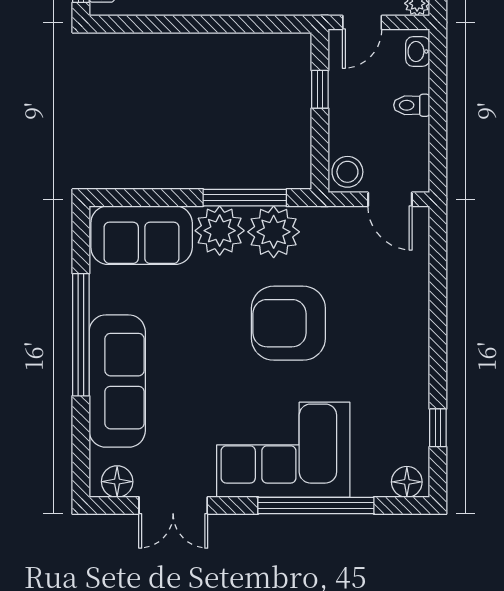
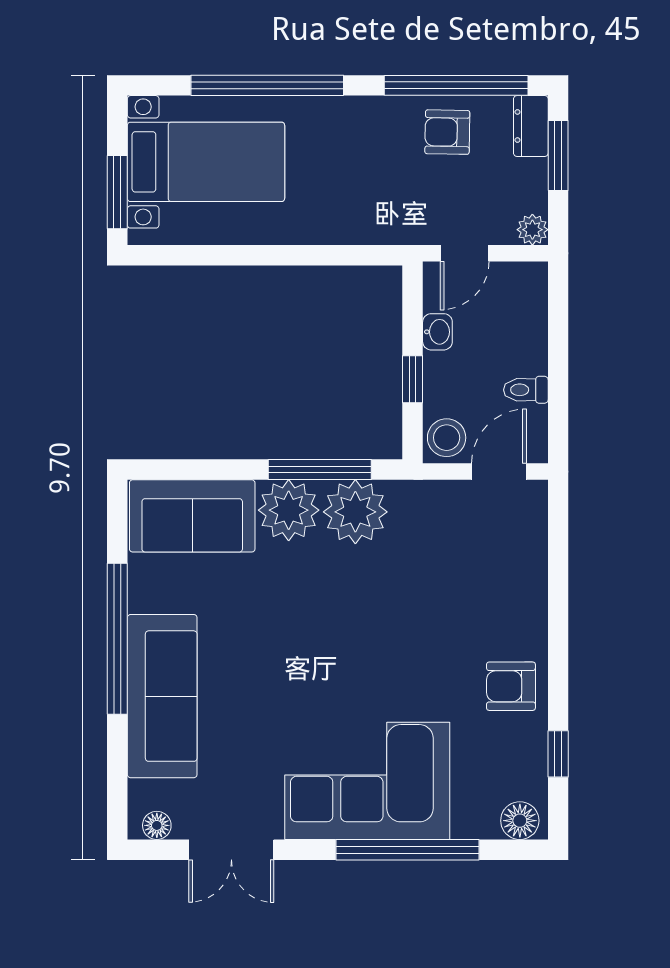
washbasin: (418, 51) -> (437, 332), moved, turned 180
window: (320, 89) -> (413, 379), moved
toilet: (412, 105) -> (526, 390), moved
door: (390, 199) -> (499, 472), swing flipped
armchair: (288, 323) -> (511, 686), moved, width x0.53, depth x0.53
floor lamp: (117, 482) -> (157, 825), width x0.73, depth x0.73

